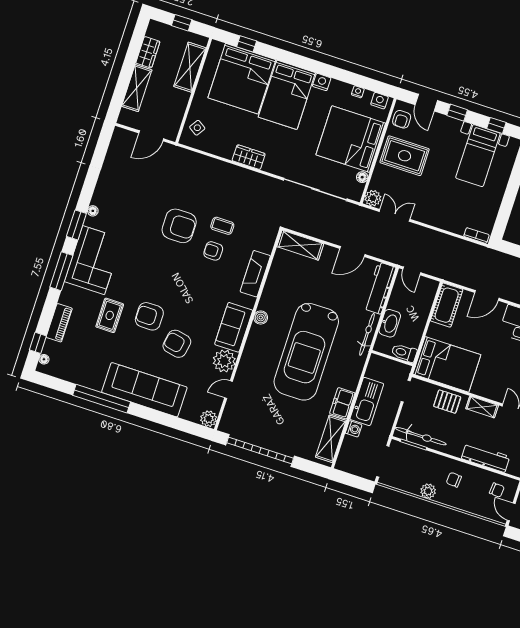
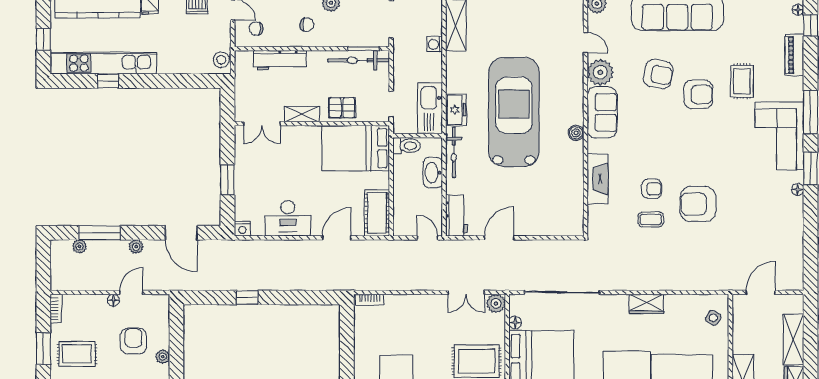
shelving: (300, 245) -> (559, 226), removed
workbench: (380, 288) -> (456, 215), width x0.73
door: (228, 390) -> (585, 43), hinge flipped
kitchen sink: (367, 401) -> (430, 108), moved
freezer: (342, 403) -> (456, 110), moved

